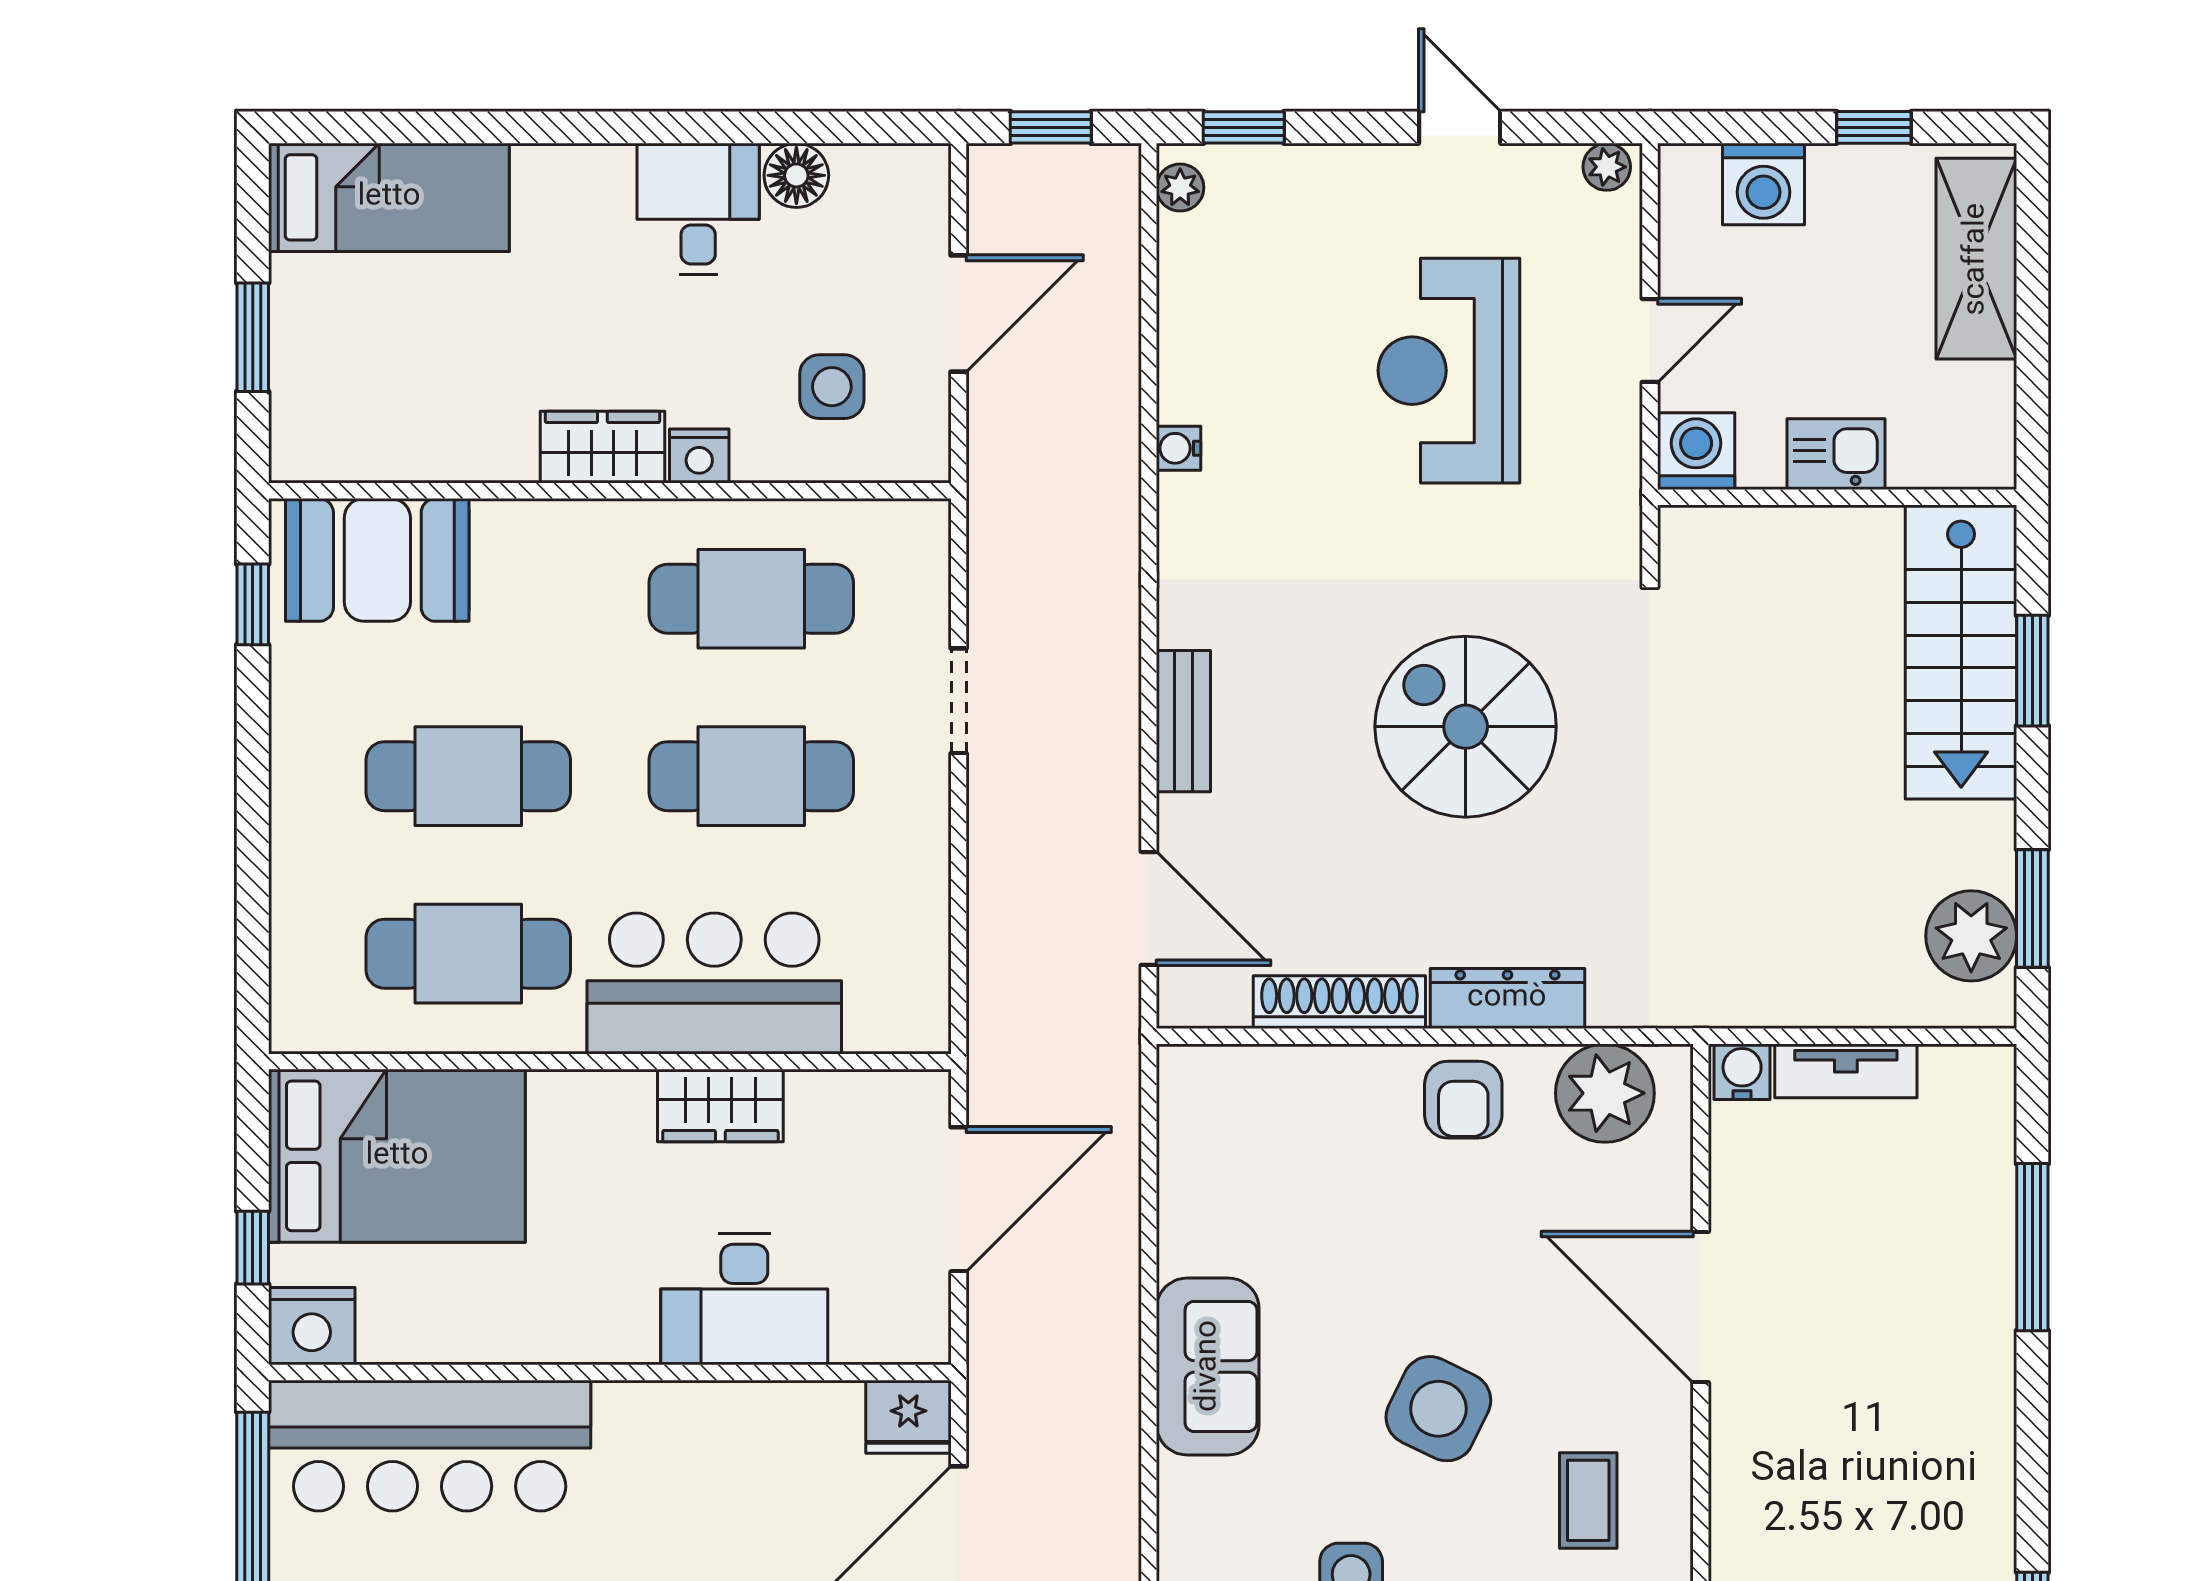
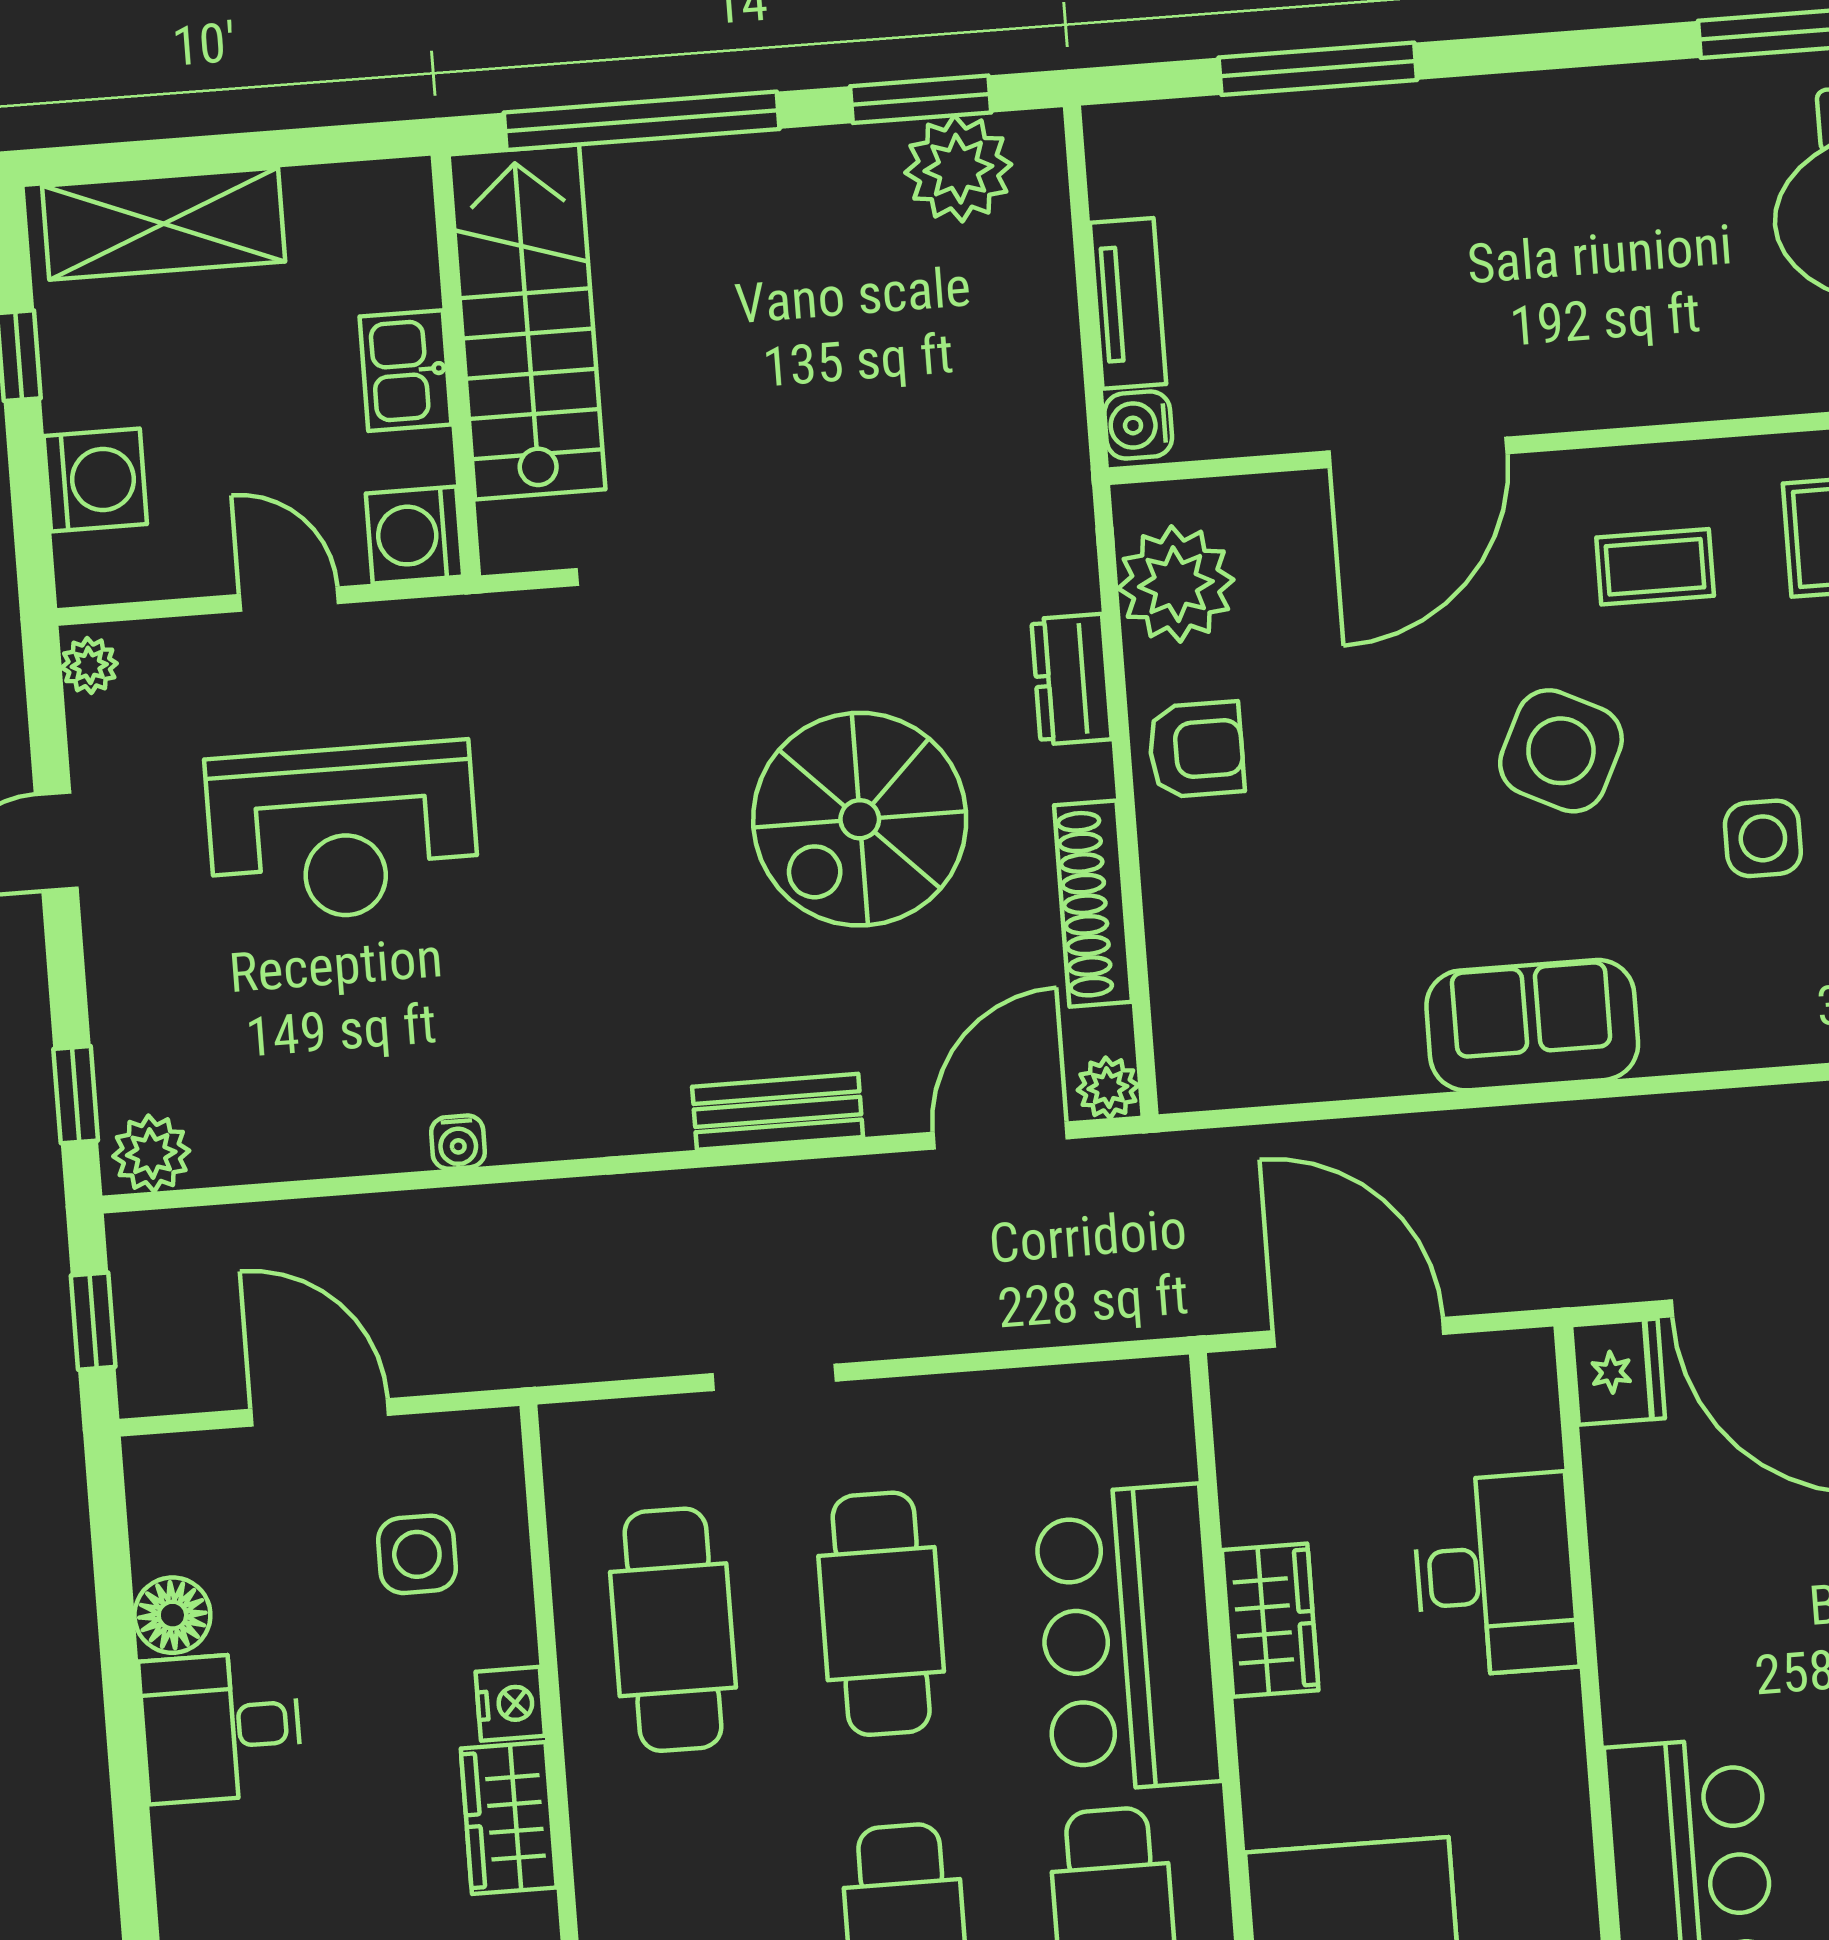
plant: (1180, 188) -> (151, 1154), width x1.38, depth x1.38
stairs: (1961, 652) -> (527, 322), moved, turned -90
window: (2032, 671) -> (642, 121), width x2.11
spiral stairs: (1466, 727) -> (860, 819), moved
dresser: (1507, 998) -> (1071, 679), width x0.70
plant: (1182, 1003) -> (1108, 1088), added

